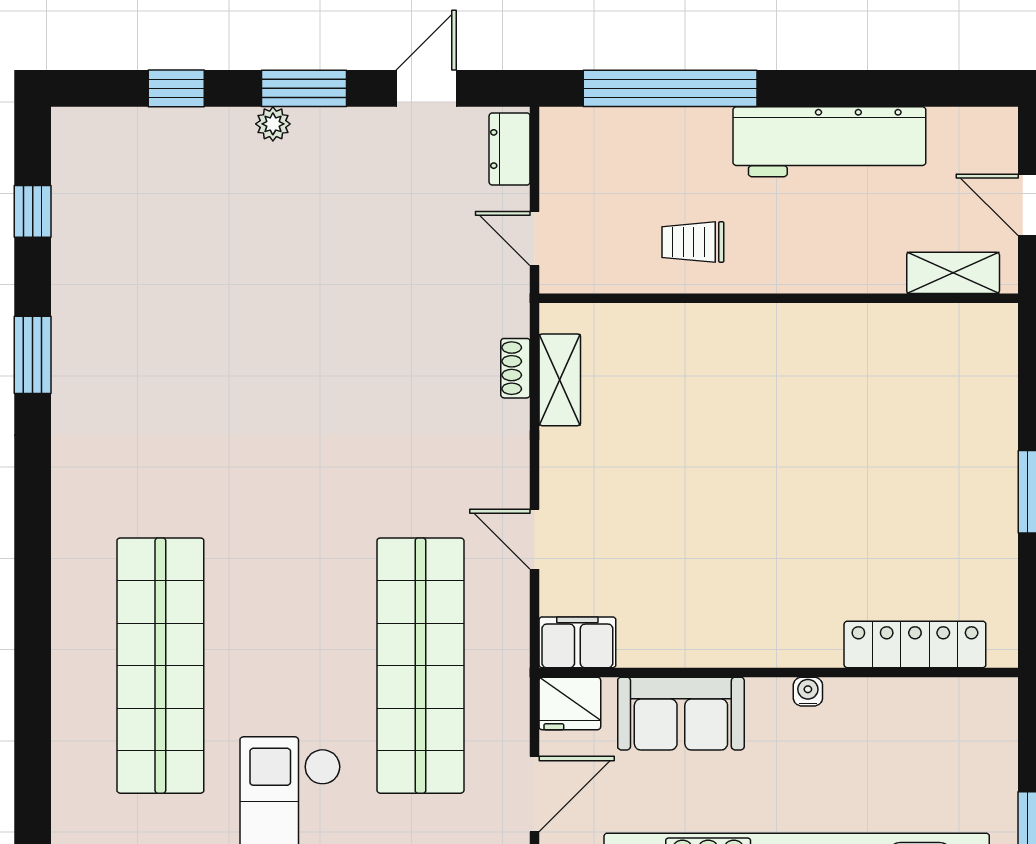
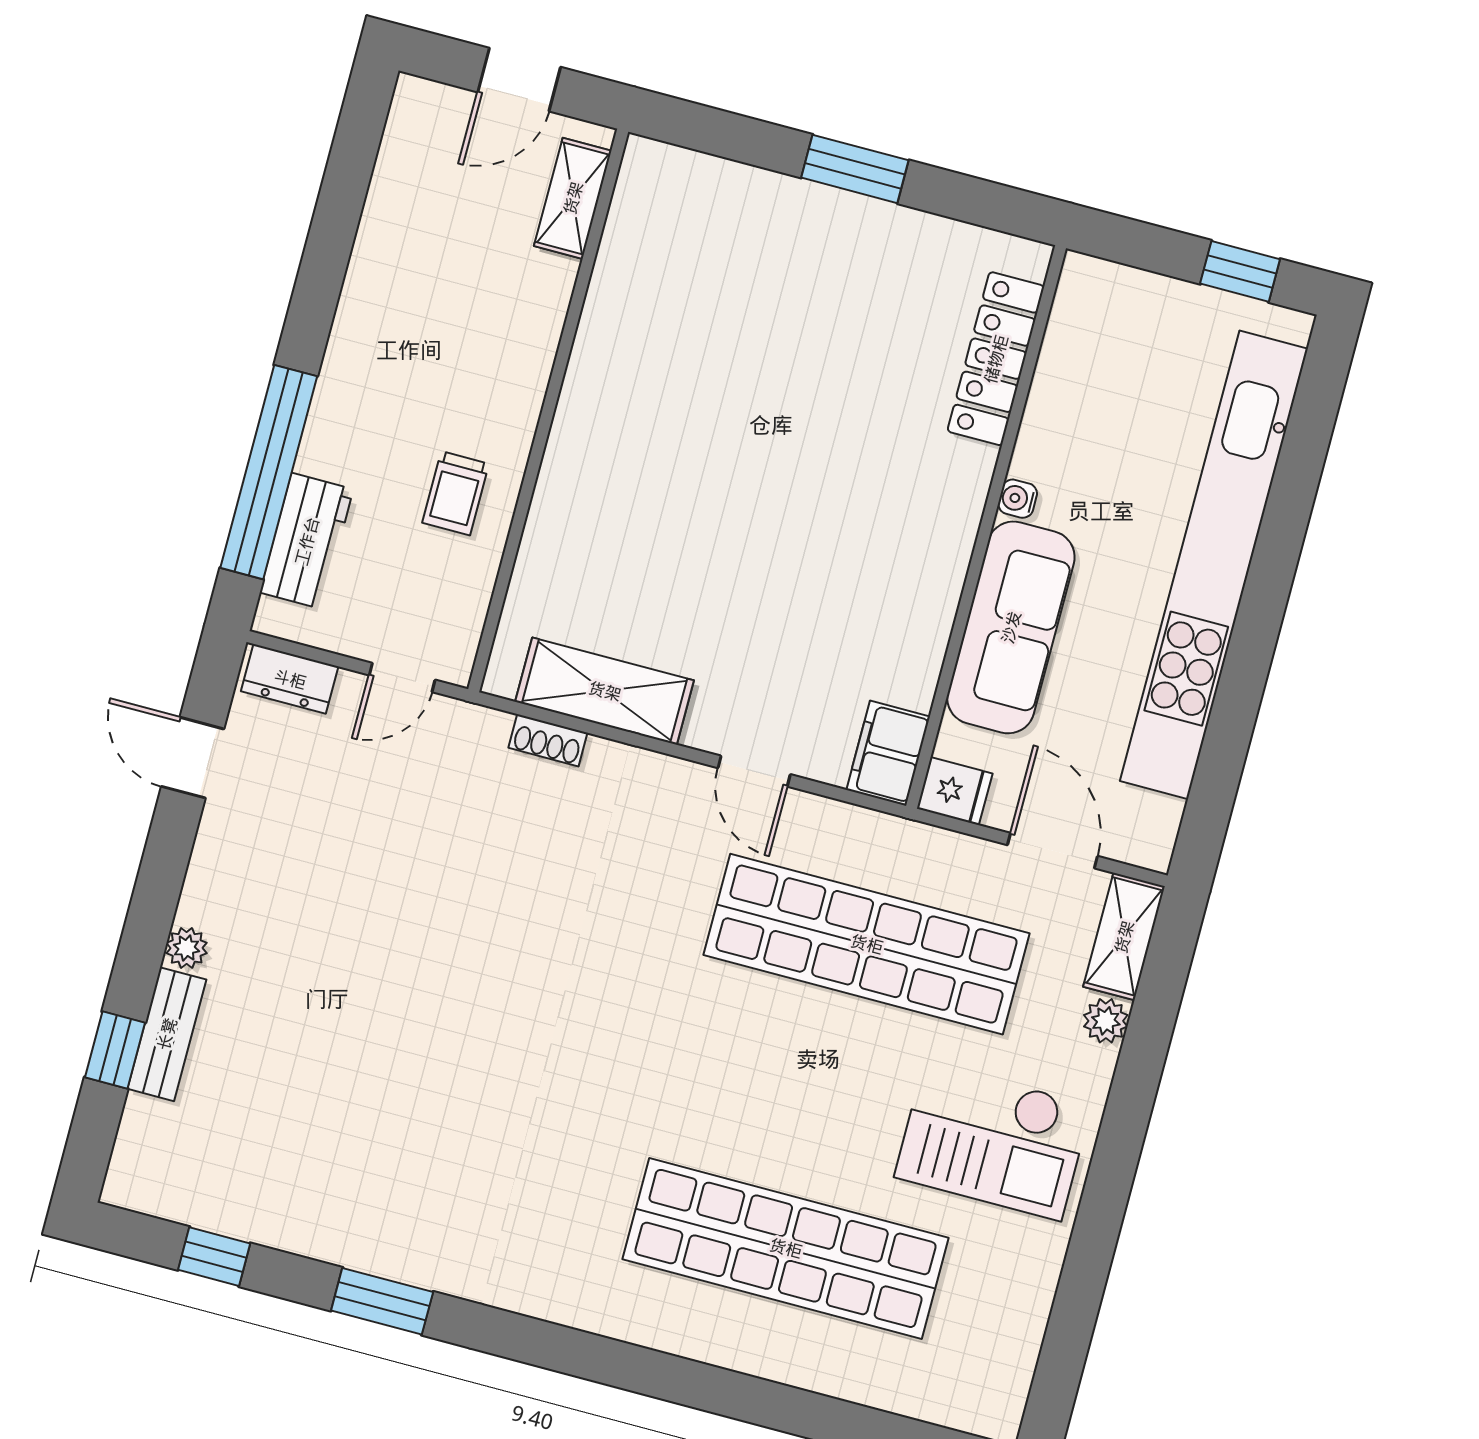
window: (304, 88) -> (155, 901), removed
bench: (200, 127) -> (167, 1034), added
workbench: (829, 142) -> (307, 541), moved, width x0.53, depth x0.76
shelving: (560, 380) -> (605, 691), width x1.50, depth x1.33
door: (535, 539) -> (754, 771), hinge flipped
fridge: (570, 703) -> (955, 791), width x0.72
sofa: (681, 714) -> (1011, 627), width x1.36

